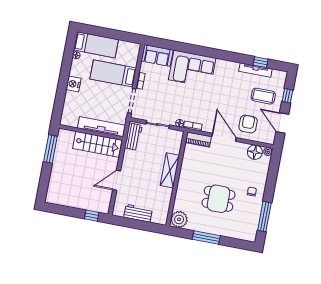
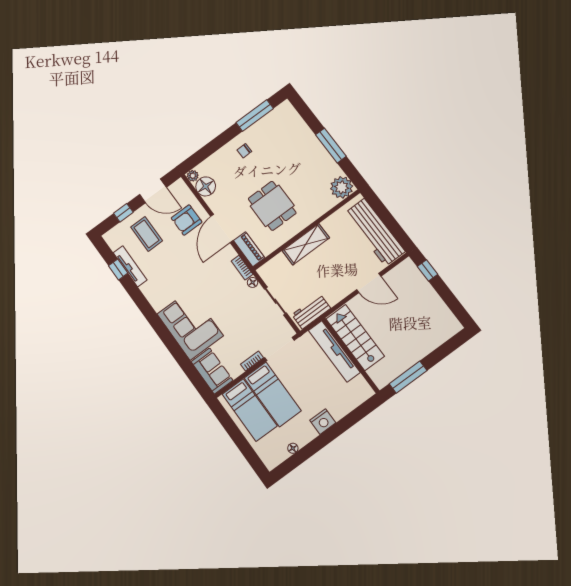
bed: (96, 45) -> (250, 410), moved, turned 180
door: (282, 123) -> (153, 191), hinge flipped
dining table: (218, 199) -> (272, 206), moved
workbench: (138, 213) -> (375, 232), width x1.88, depth x1.32

